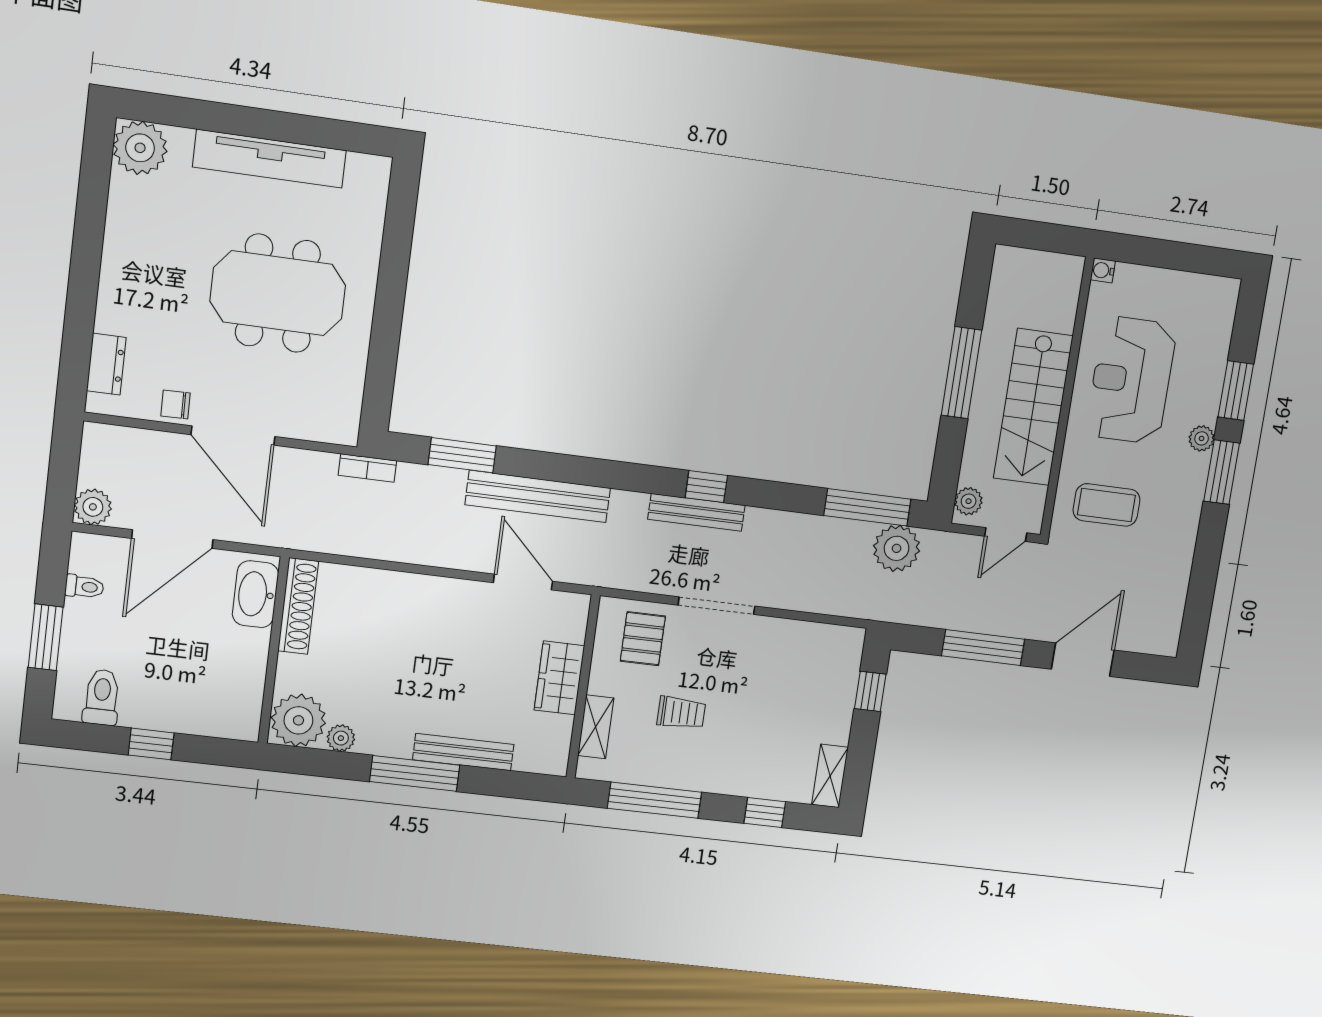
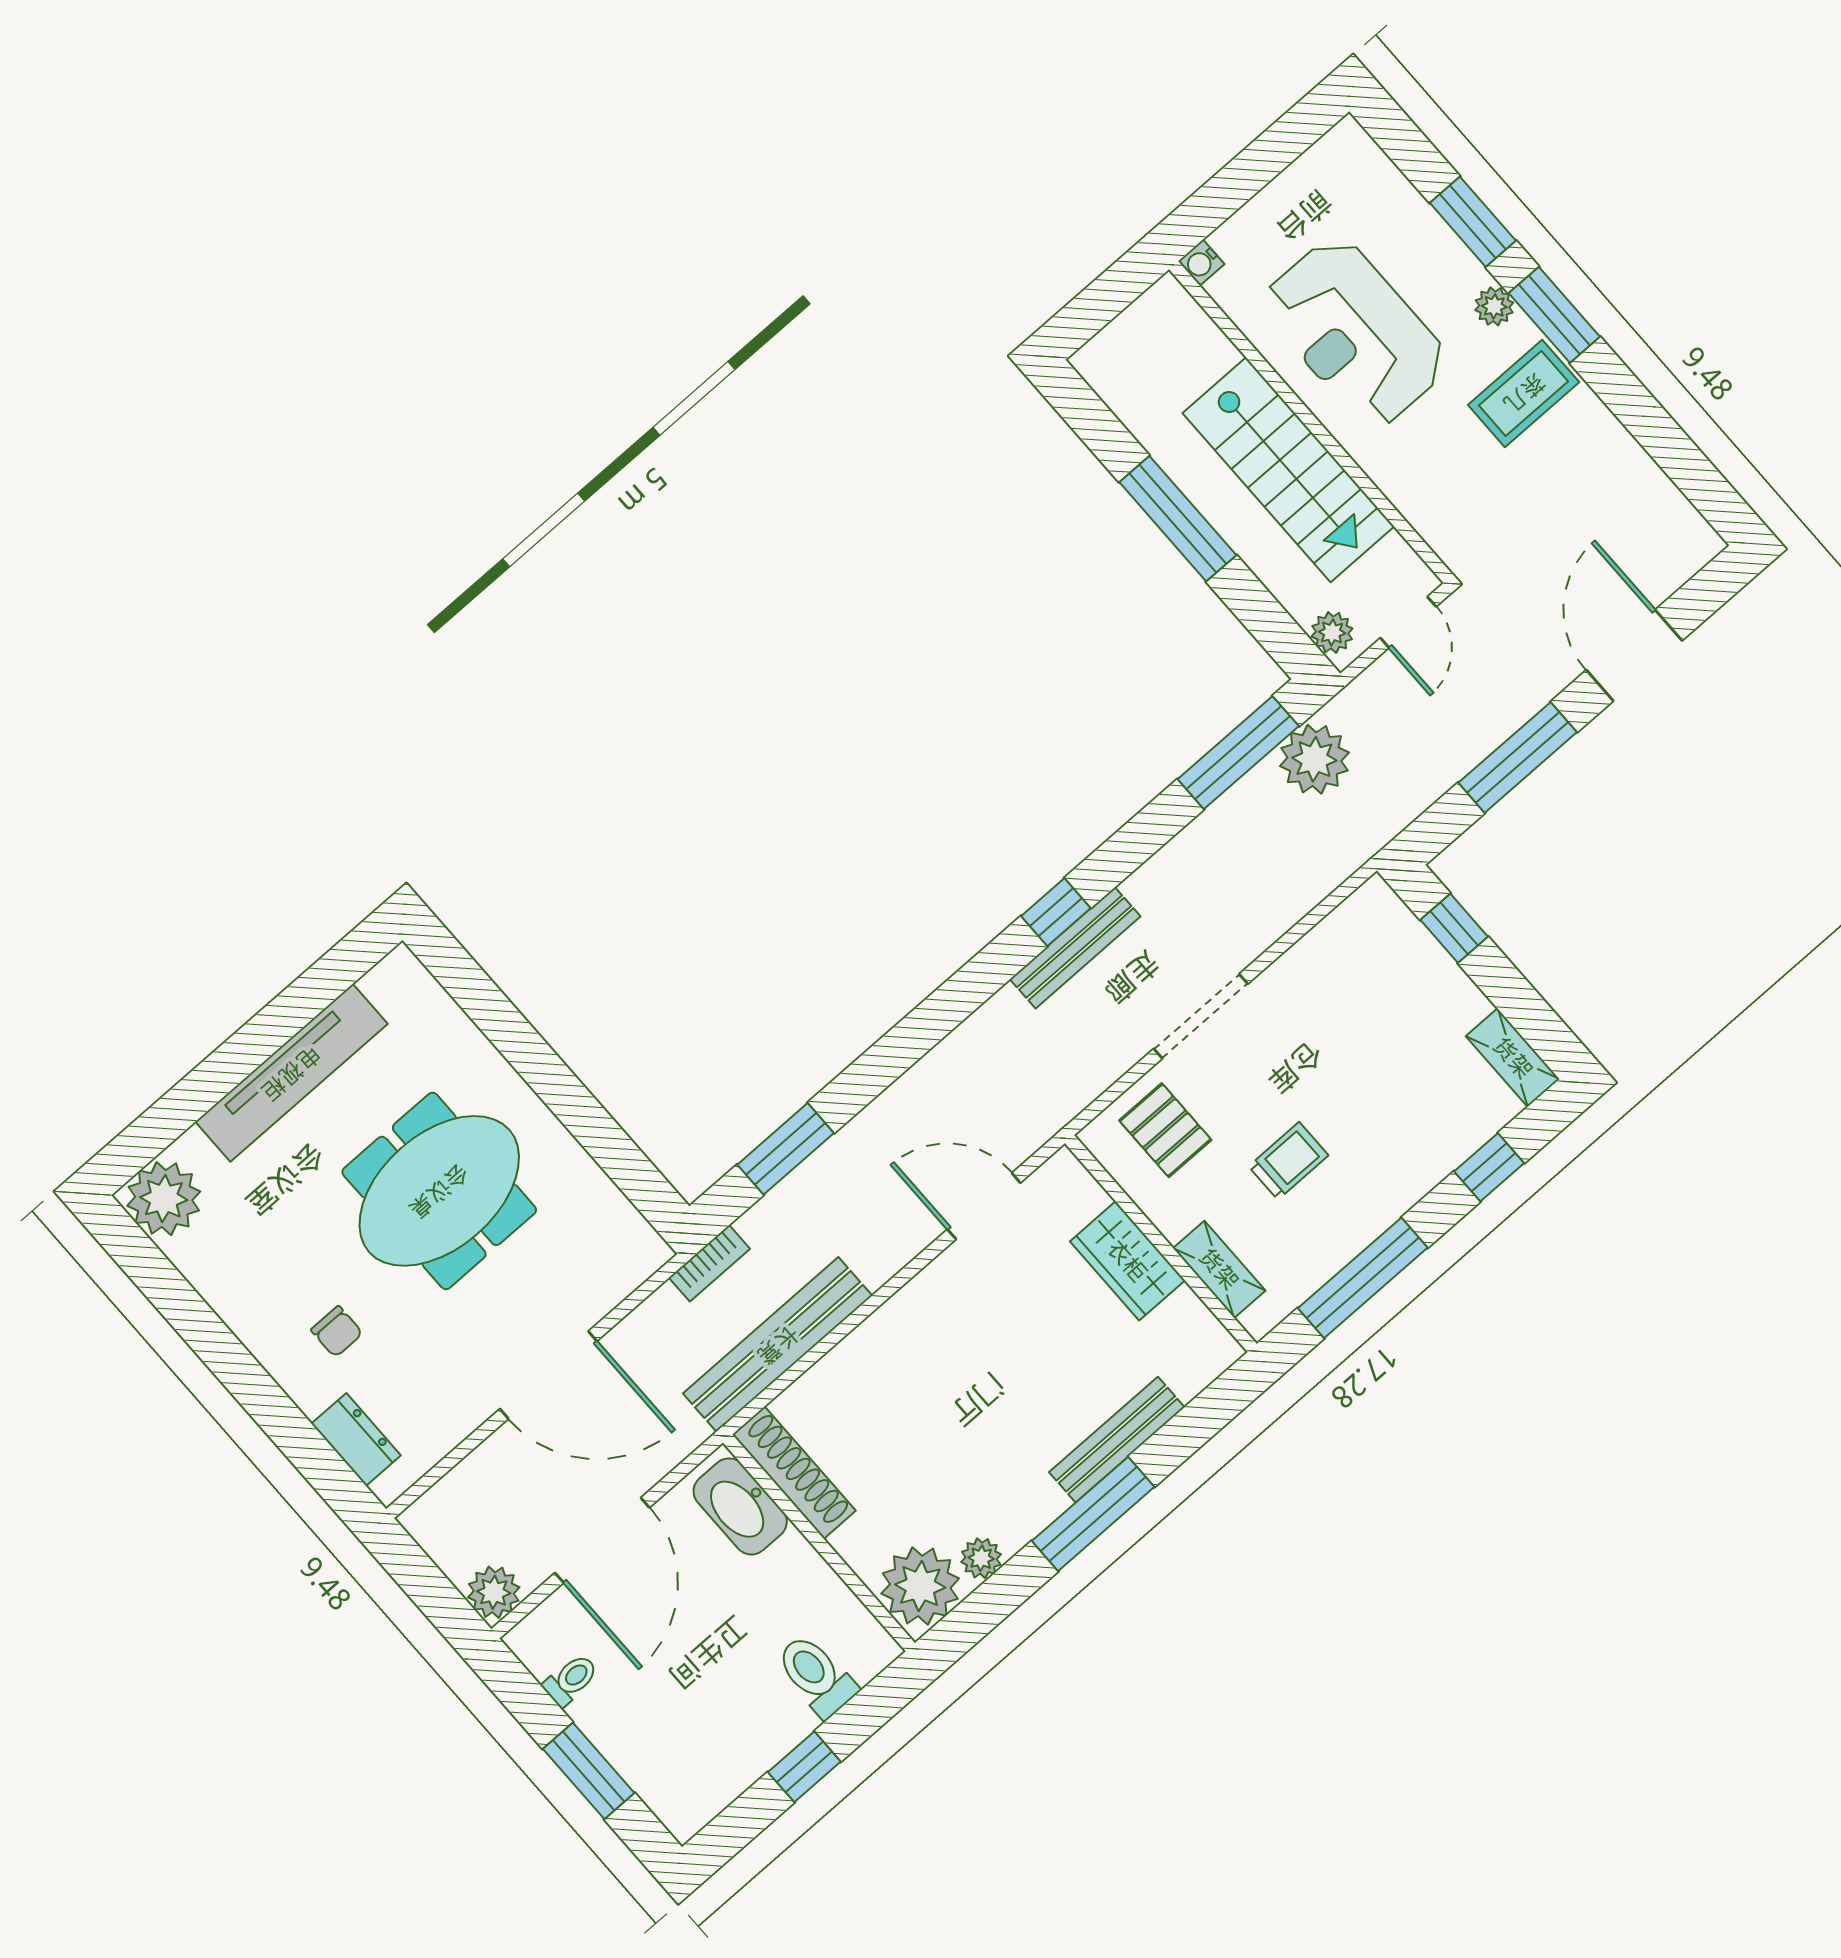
chair: (175, 405) -> (337, 1332), moved, turned -89
bench: (538, 496) -> (778, 1345), moved
coffee table: (1106, 505) -> (1524, 393), moved
toilet: (102, 697) -> (816, 1676), moved

